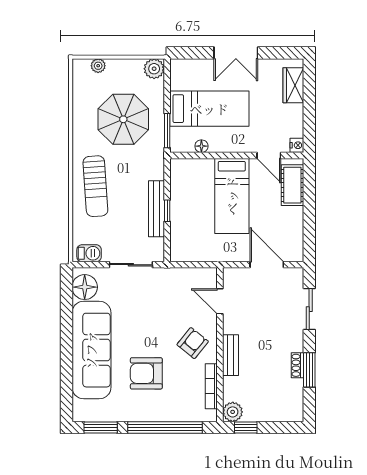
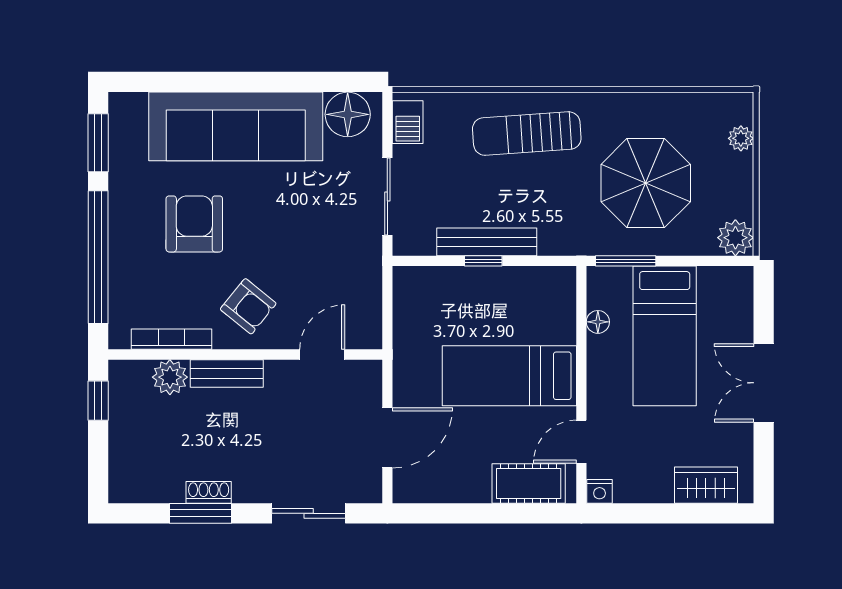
plant: (233, 412) -> (170, 377), moved

